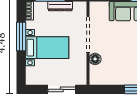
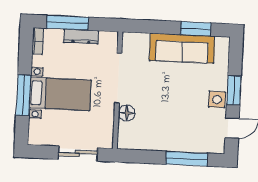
window: (21, 36) -> (23, 95), moved

